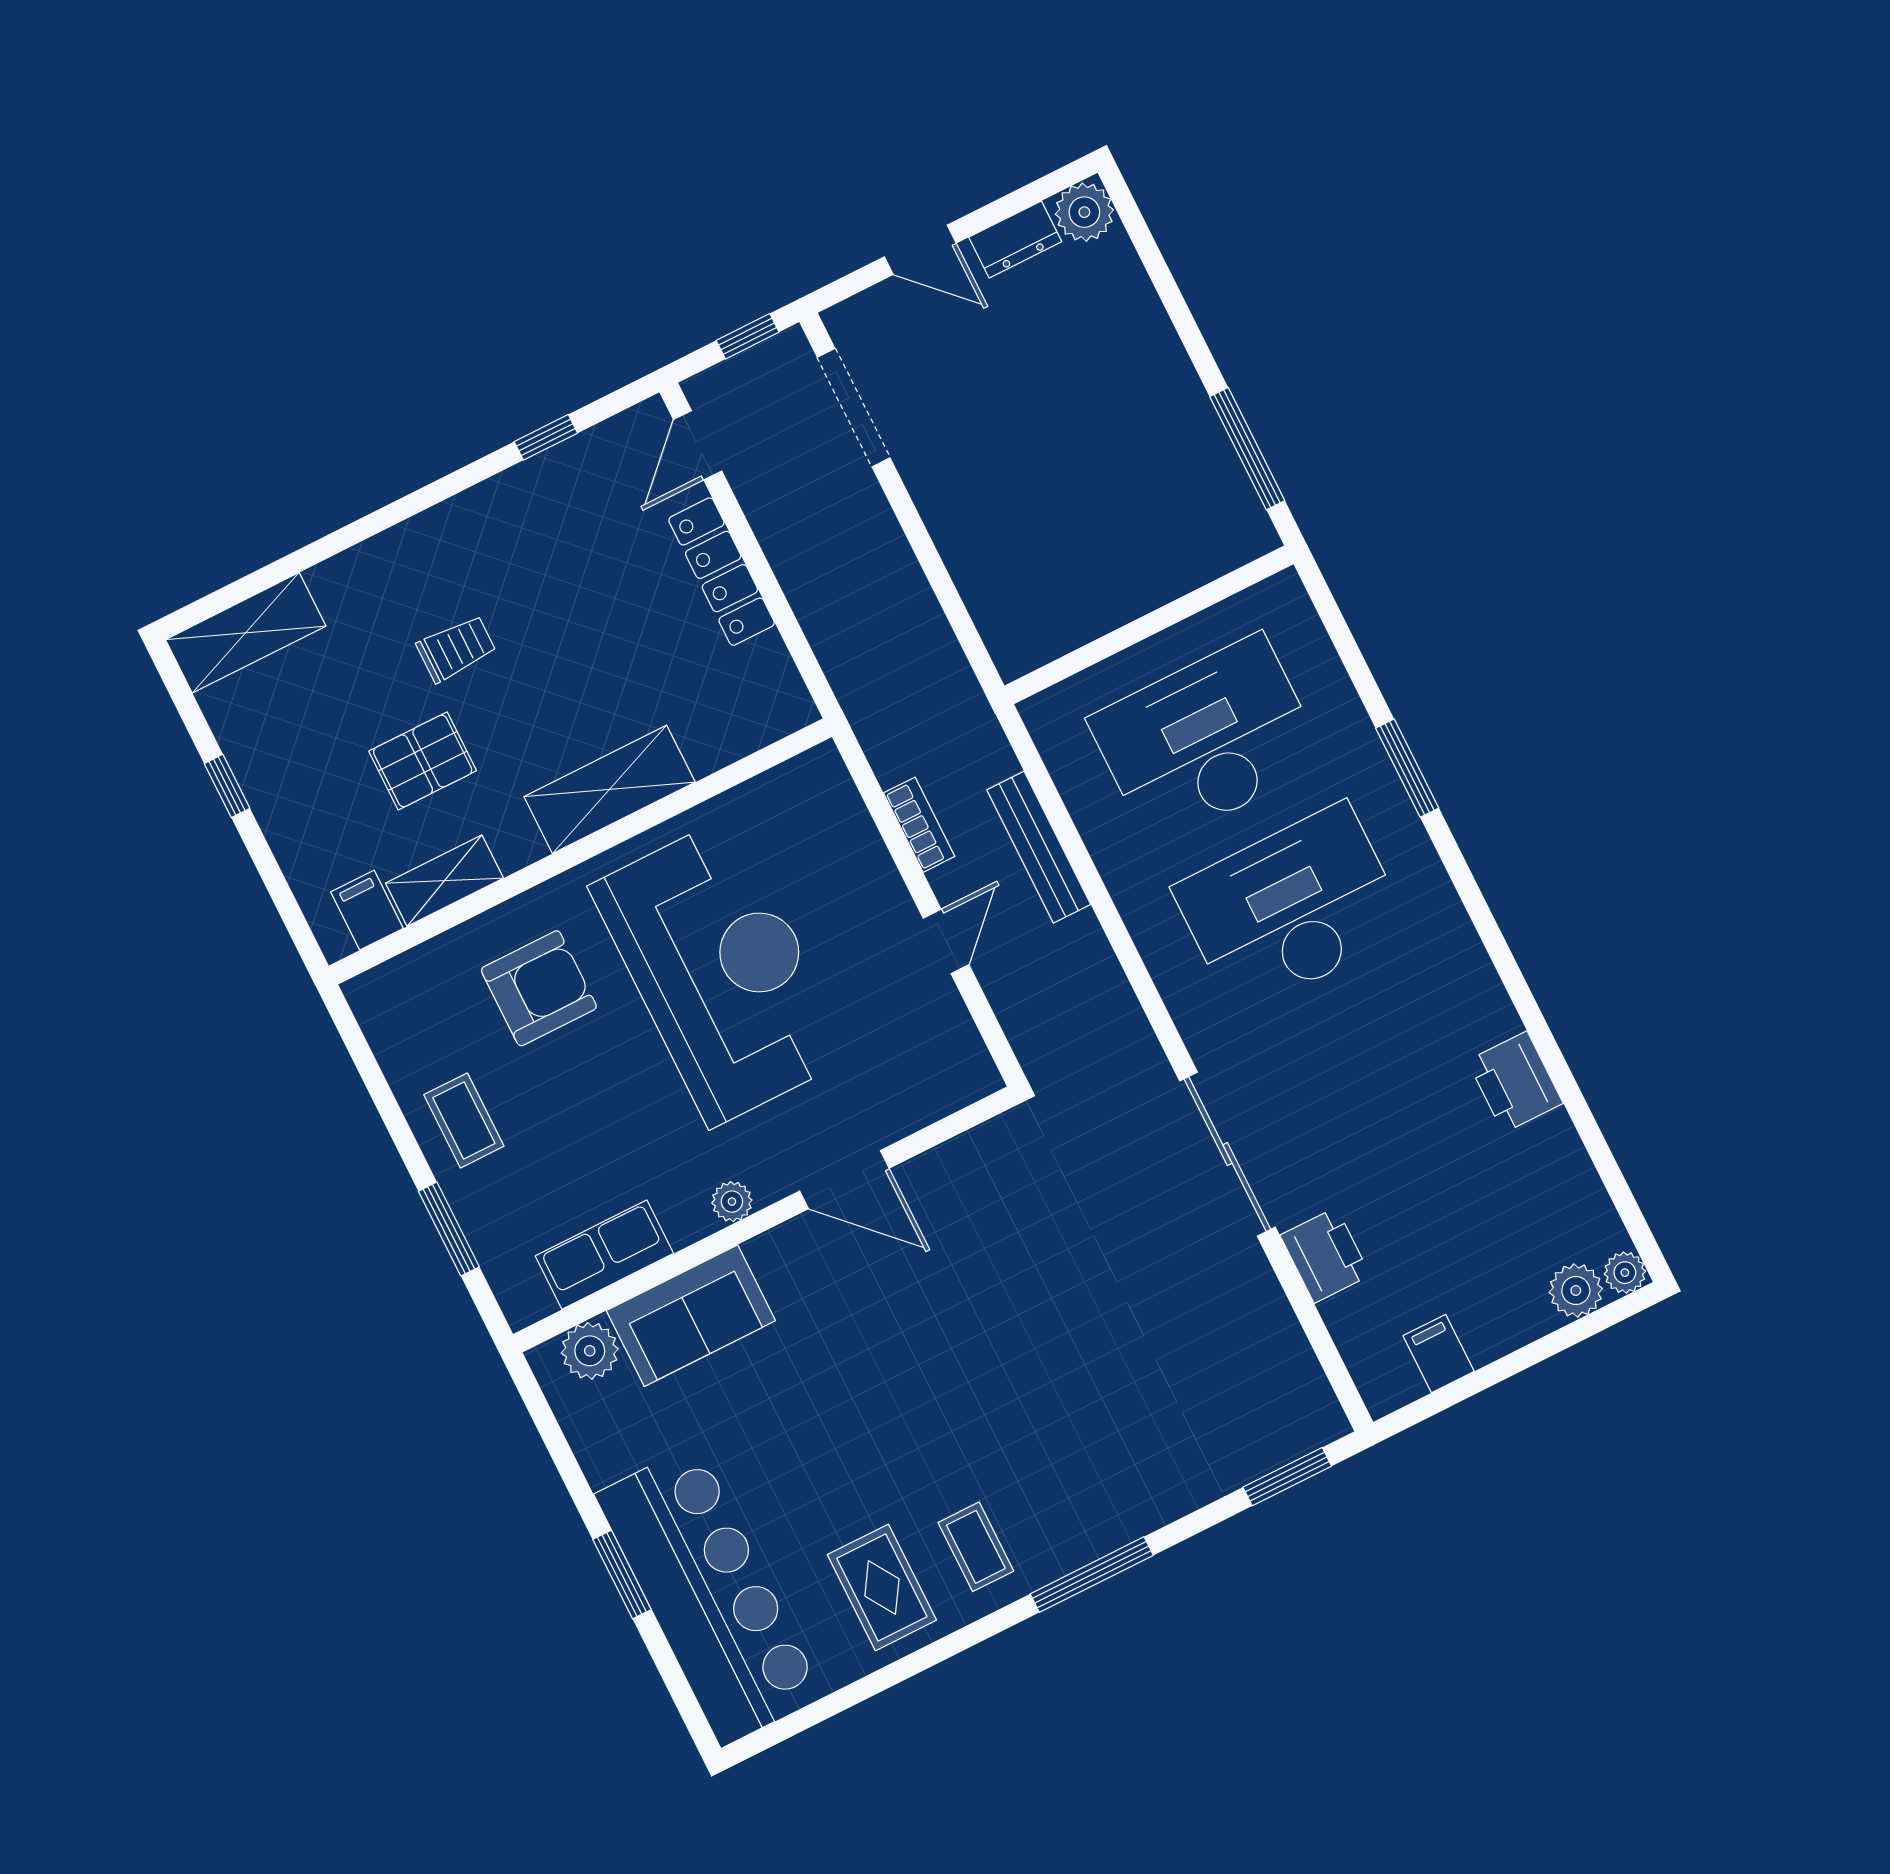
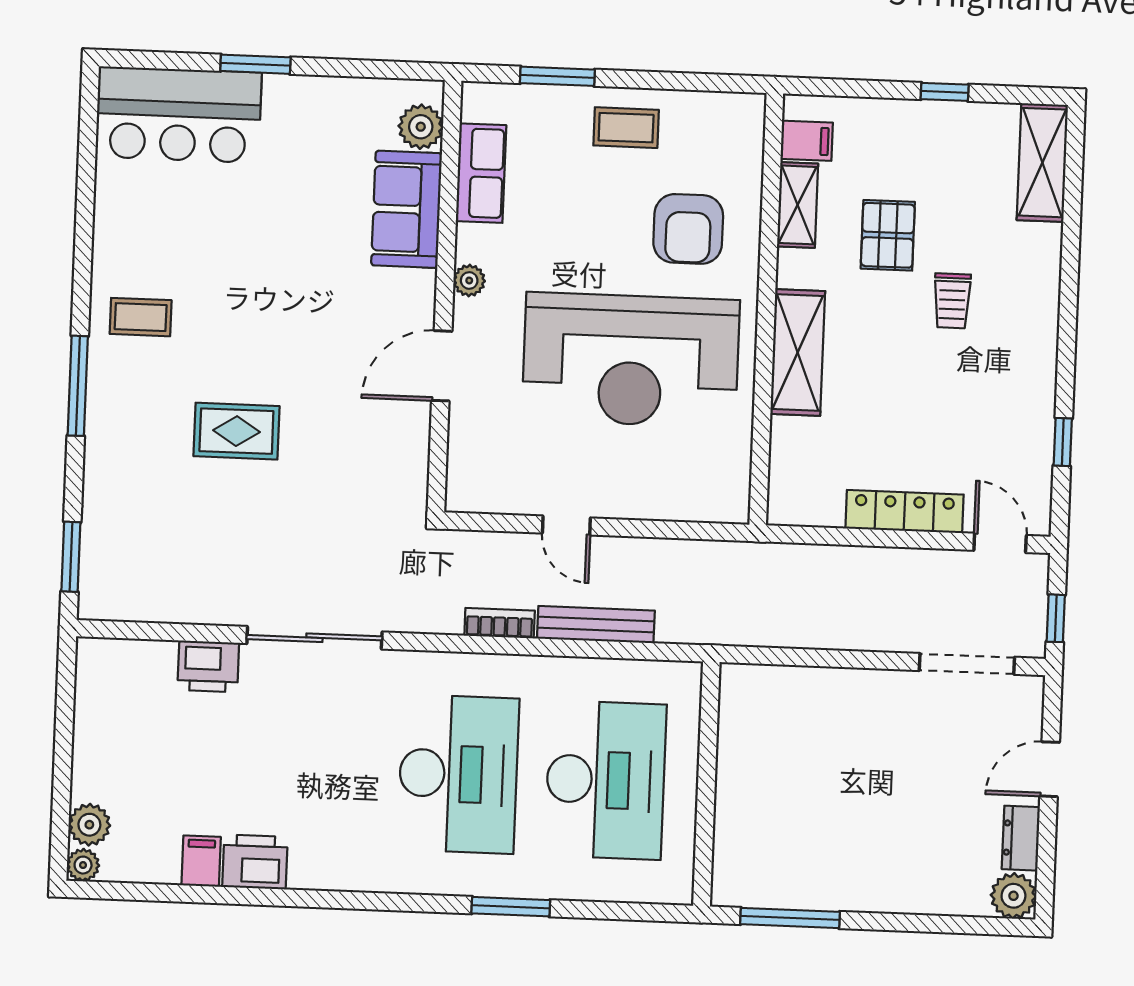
bookcase: (919, 825) -> (500, 623), moved, turned 180
filing cabinet: (1439, 1354) -> (201, 861), moved, turned -90
rug: (882, 1587) -> (236, 431), moved
bar counter: (709, 1595) -> (179, 115), width x0.73

